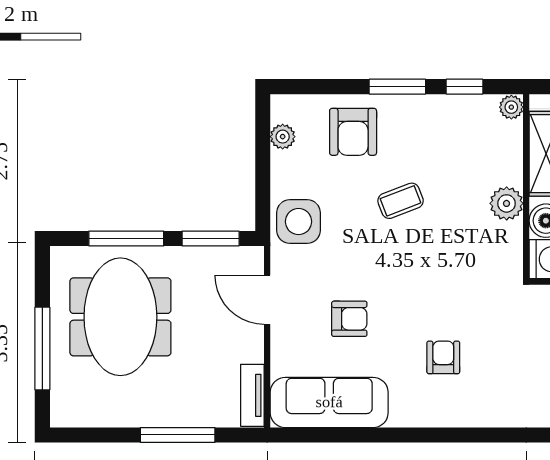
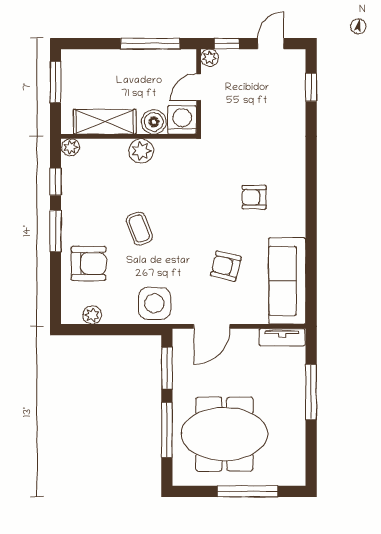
armchair: (349, 319) -> (226, 266), turned -76

